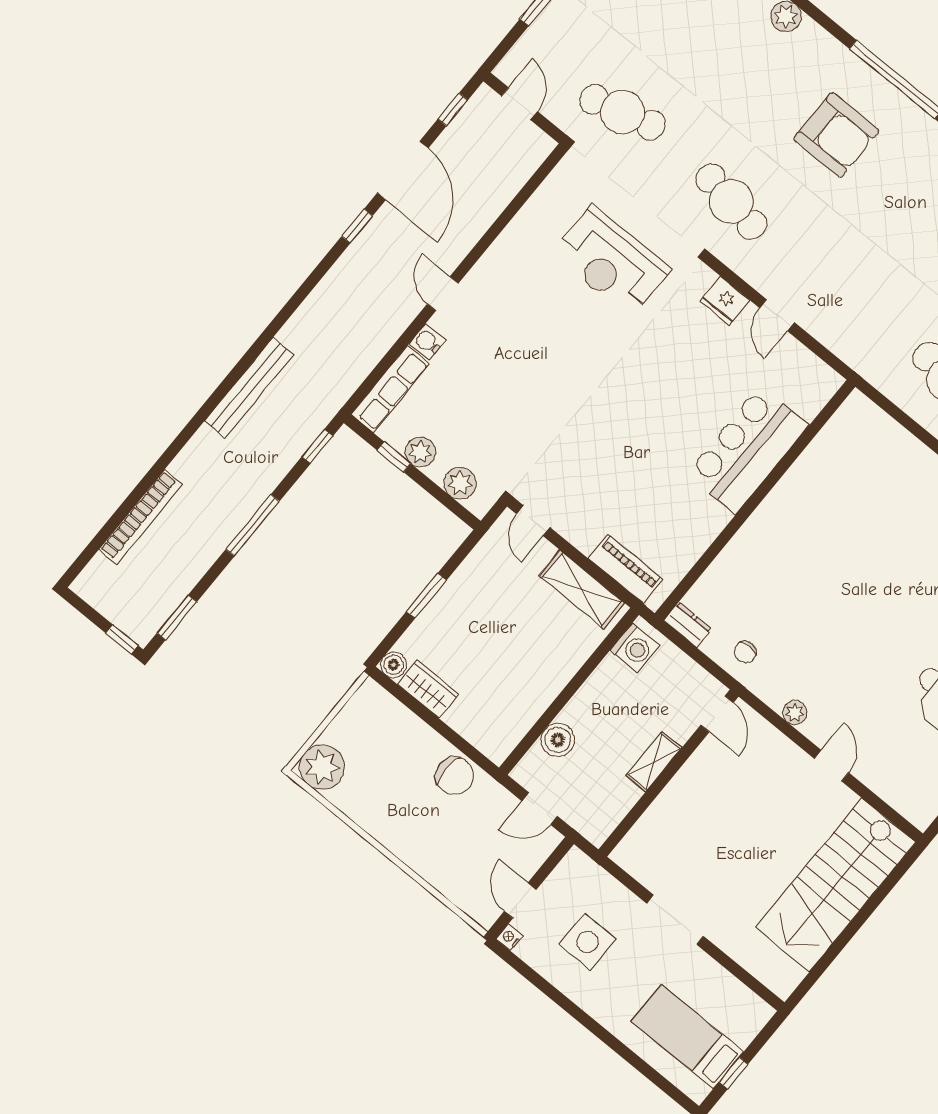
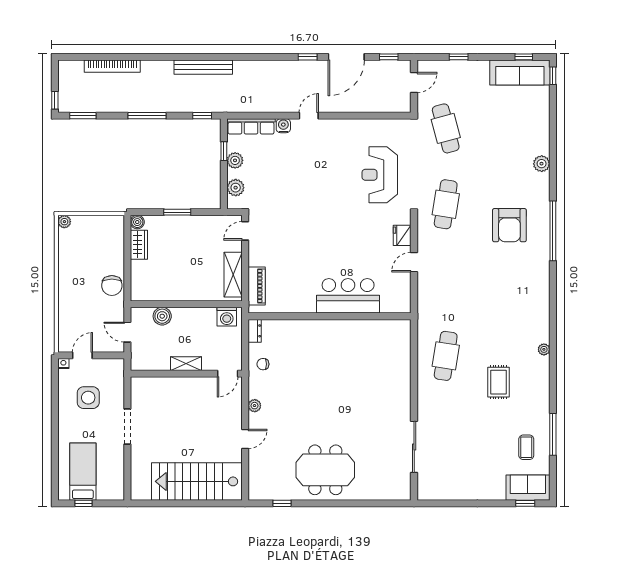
plant: (322, 767) -> (64, 222), width x0.53, depth x0.53

